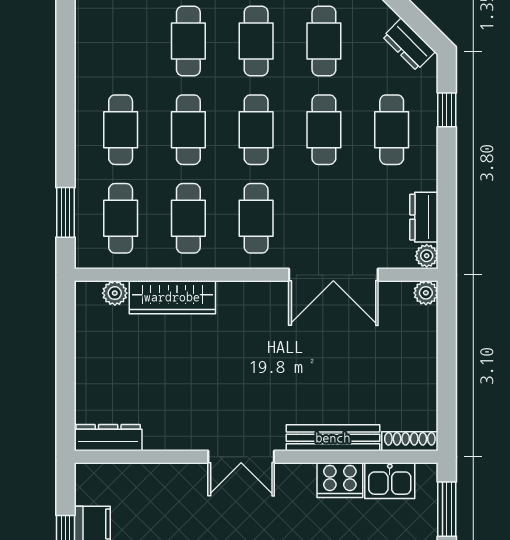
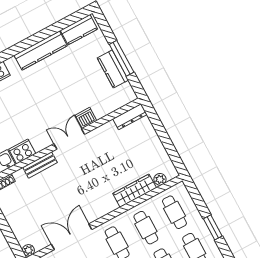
window: (65, 212) -> (213, 227), moved
bench: (333, 438) -> (40, 165), width x0.73
dishwasher: (190, 479) -> (86, 118), added

